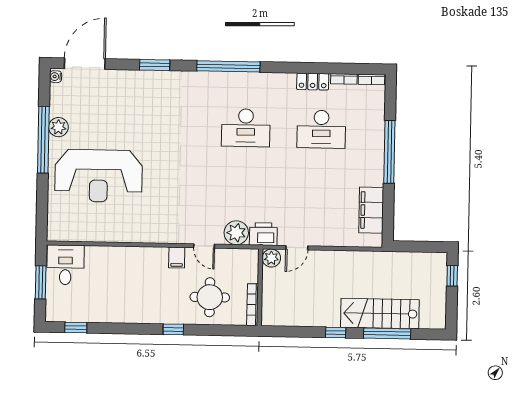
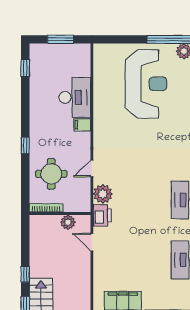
reception desk: (99, 176) -> (146, 84), turned 180
filing cabinet: (177, 258) -> (82, 125), moved
plant: (271, 258) -> (68, 222), moved
desk: (65, 265) -> (75, 97), moved, width x1.37

